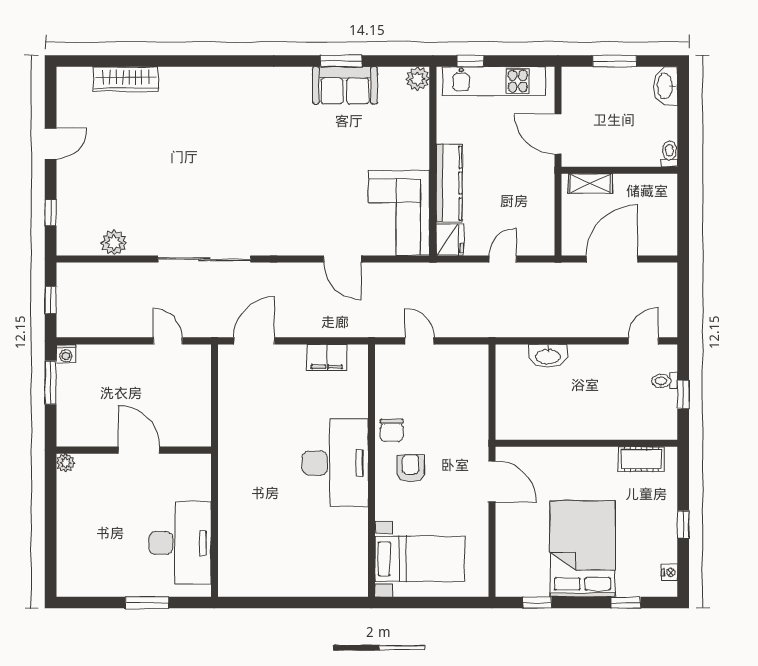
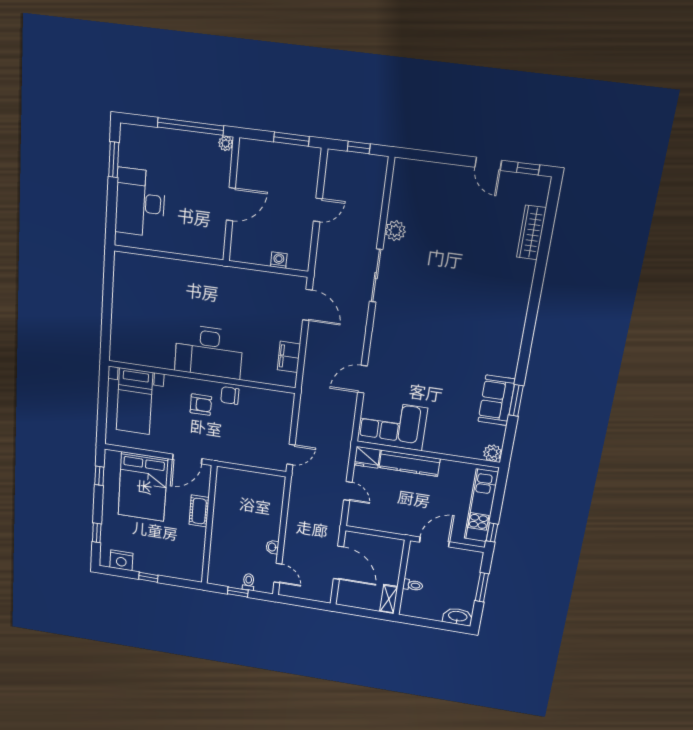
window: (470, 61) -> (492, 532), moved
toilet: (669, 154) -> (413, 585), moved
shelving: (590, 183) -> (389, 599), moved
window: (51, 213) -> (528, 169), moved
plant: (114, 243) -> (395, 231), moved
sliding door: (204, 259) -> (376, 276), width x0.73
door: (168, 341) -> (318, 210), moved
door: (420, 341) -> (291, 455), moved
washing machine: (66, 354) -> (279, 260), moved, turned 90
washbasin: (548, 356) -> (272, 547), moved, width x0.52, depth x0.69
cot: (641, 459) -> (199, 511), moved
window: (51, 508) -> (190, 127), added
desk: (180, 543) -> (140, 203), moved, turned 90
bed: (583, 549) -> (143, 487), moved, turned 90
nightstand: (670, 572) -> (121, 560), width x1.89, depth x1.79
window: (147, 603) -> (114, 160), moved

